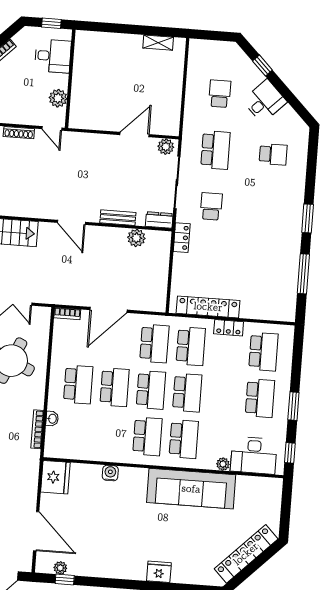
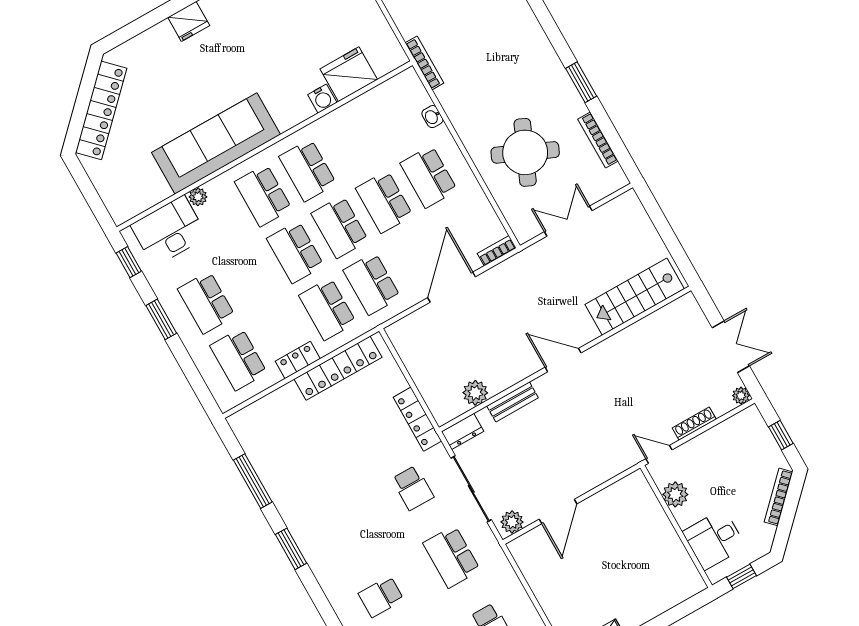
locker: (182, 238) -> (417, 419), width x1.53
bookcase: (37, 429) -> (425, 63), moved
fridge: (55, 477) -> (349, 74), moved, turned 90

